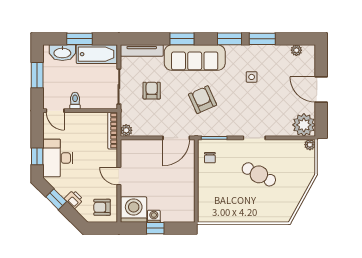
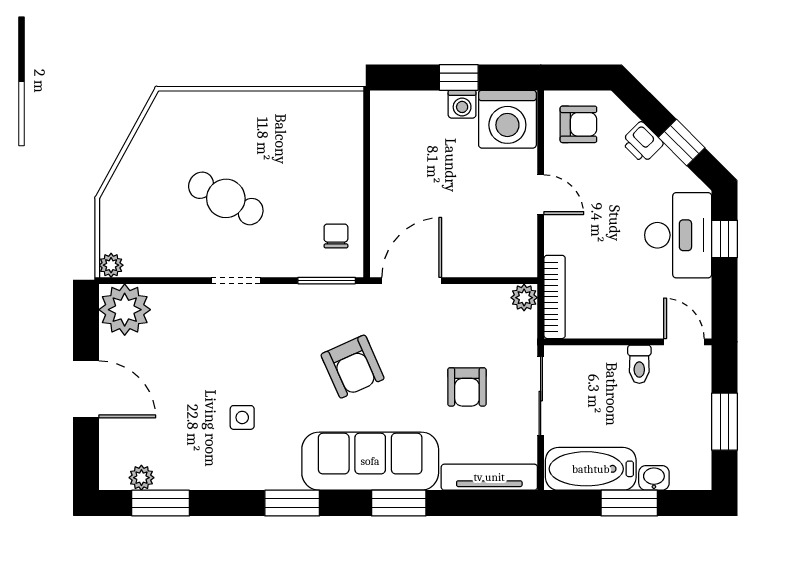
window: (262, 39) -> (161, 503), moved
washbasin: (62, 53) -> (654, 478), width x0.52, depth x0.69

